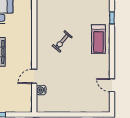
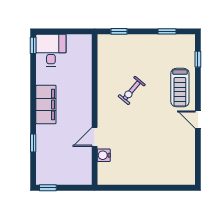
door: (112, 85) -> (198, 120), moved

